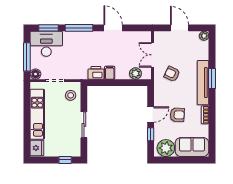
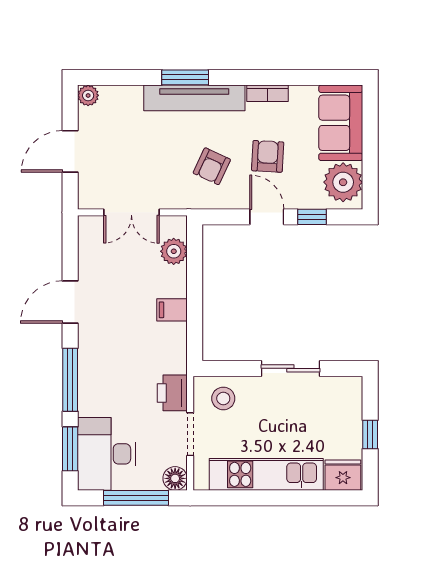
printer: (96, 73) -> (172, 393), moved
armchair: (172, 74) -> (212, 166), moved
window: (65, 160) -> (370, 434), moved

